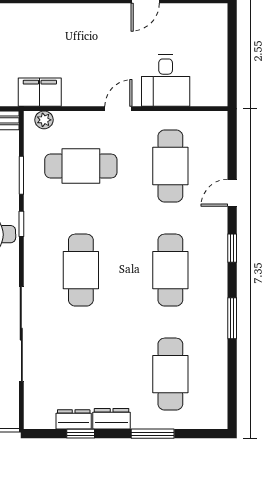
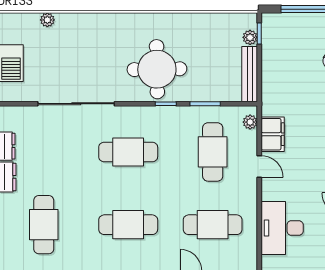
desk: (166, 80) -> (282, 228), width x1.37
filing cabinet: (40, 92) -> (273, 134), moved
door: (118, 109) -> (259, 166), moved
cafe table: (170, 374) -> (44, 225), turned 90

